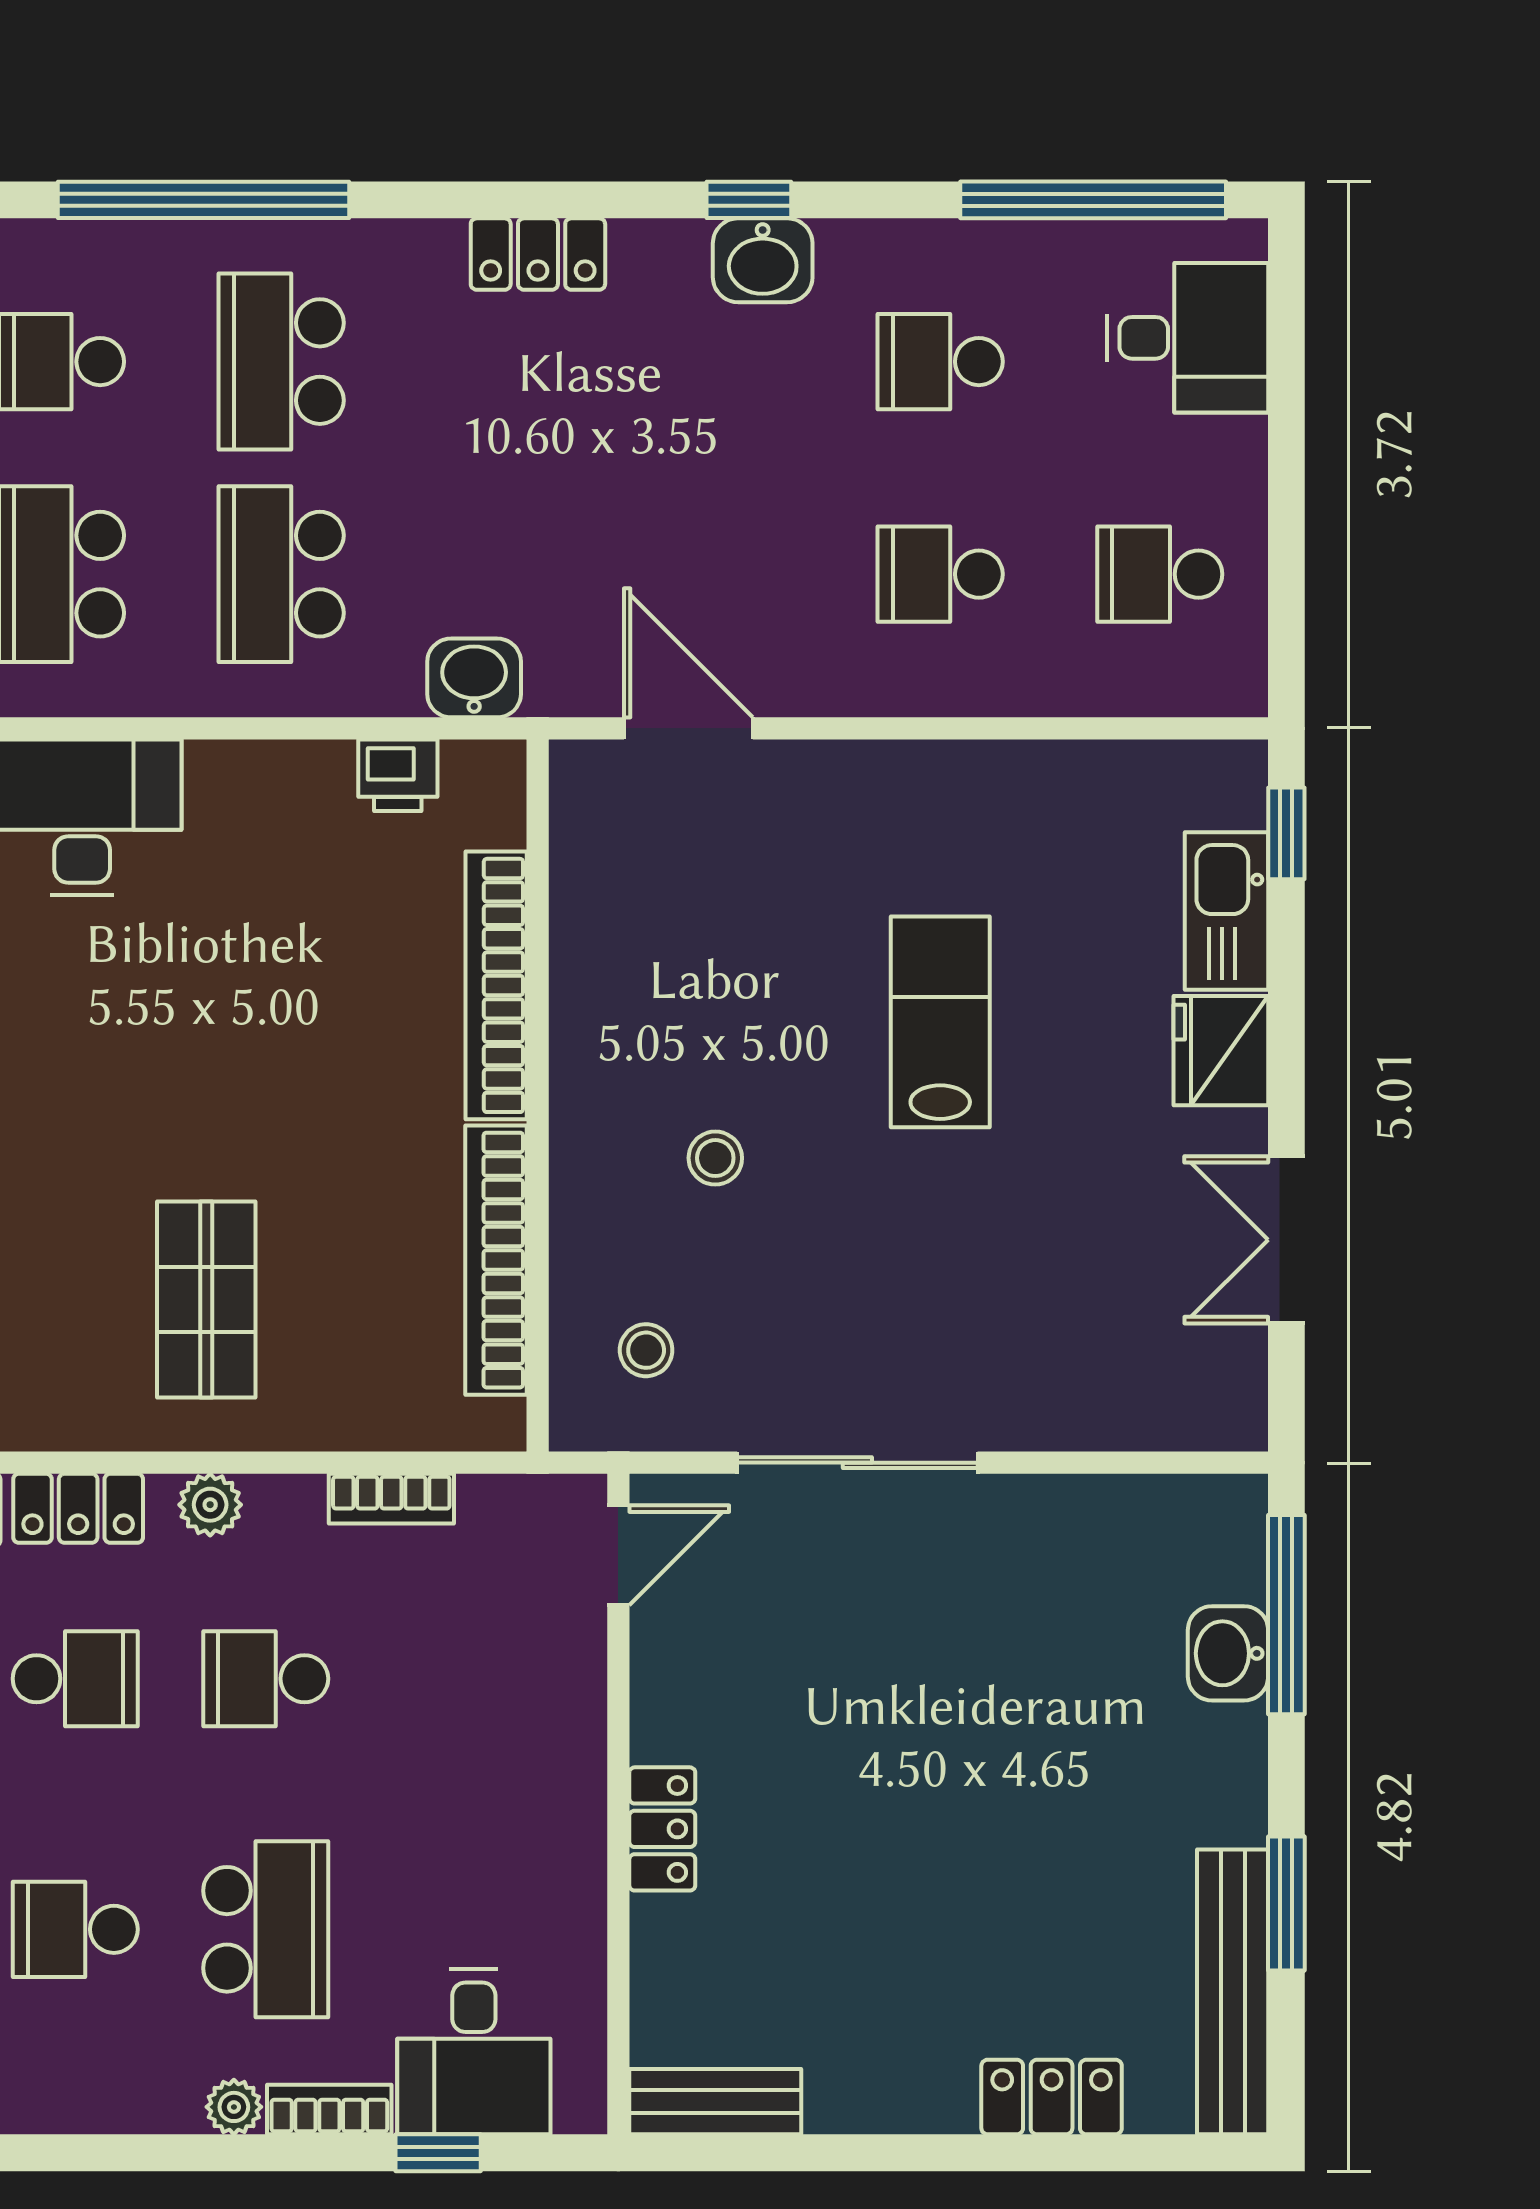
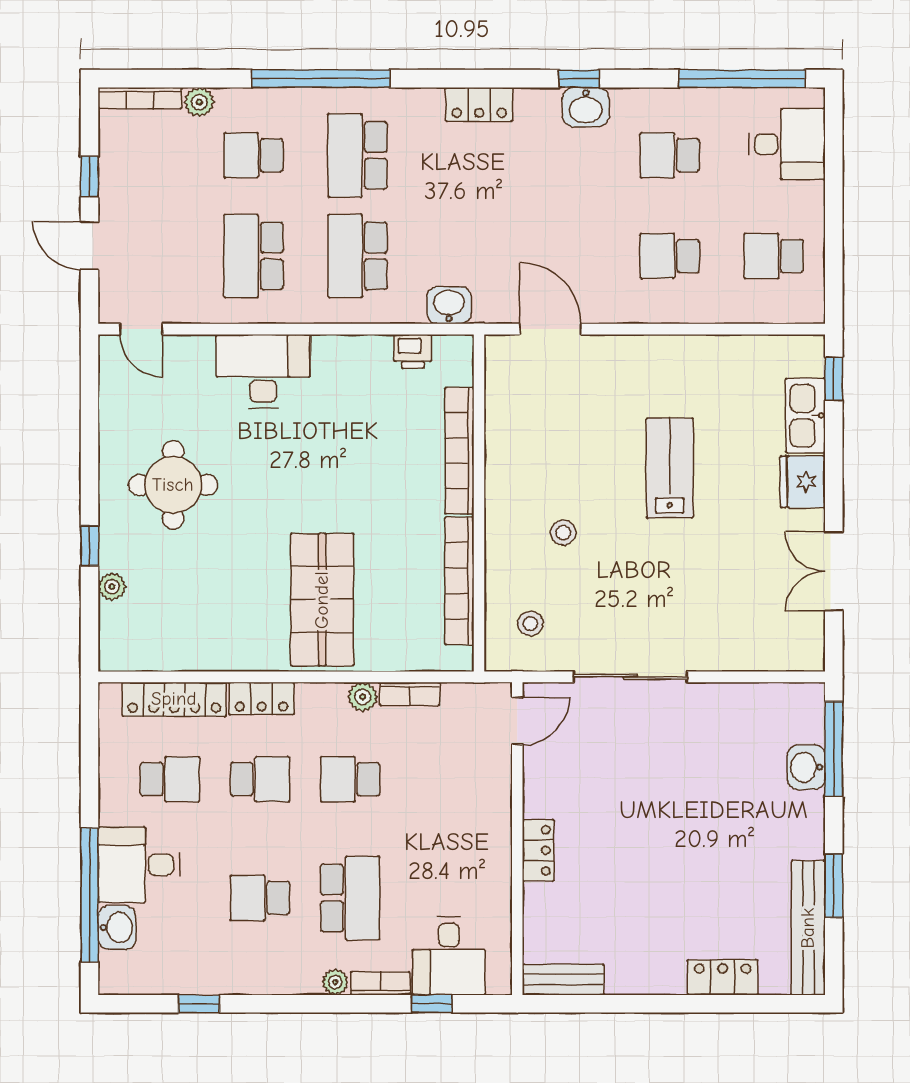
shop shelf: (206, 1299) -> (322, 600), width x1.43, depth x1.36
plant: (210, 1505) -> (363, 697), moved

